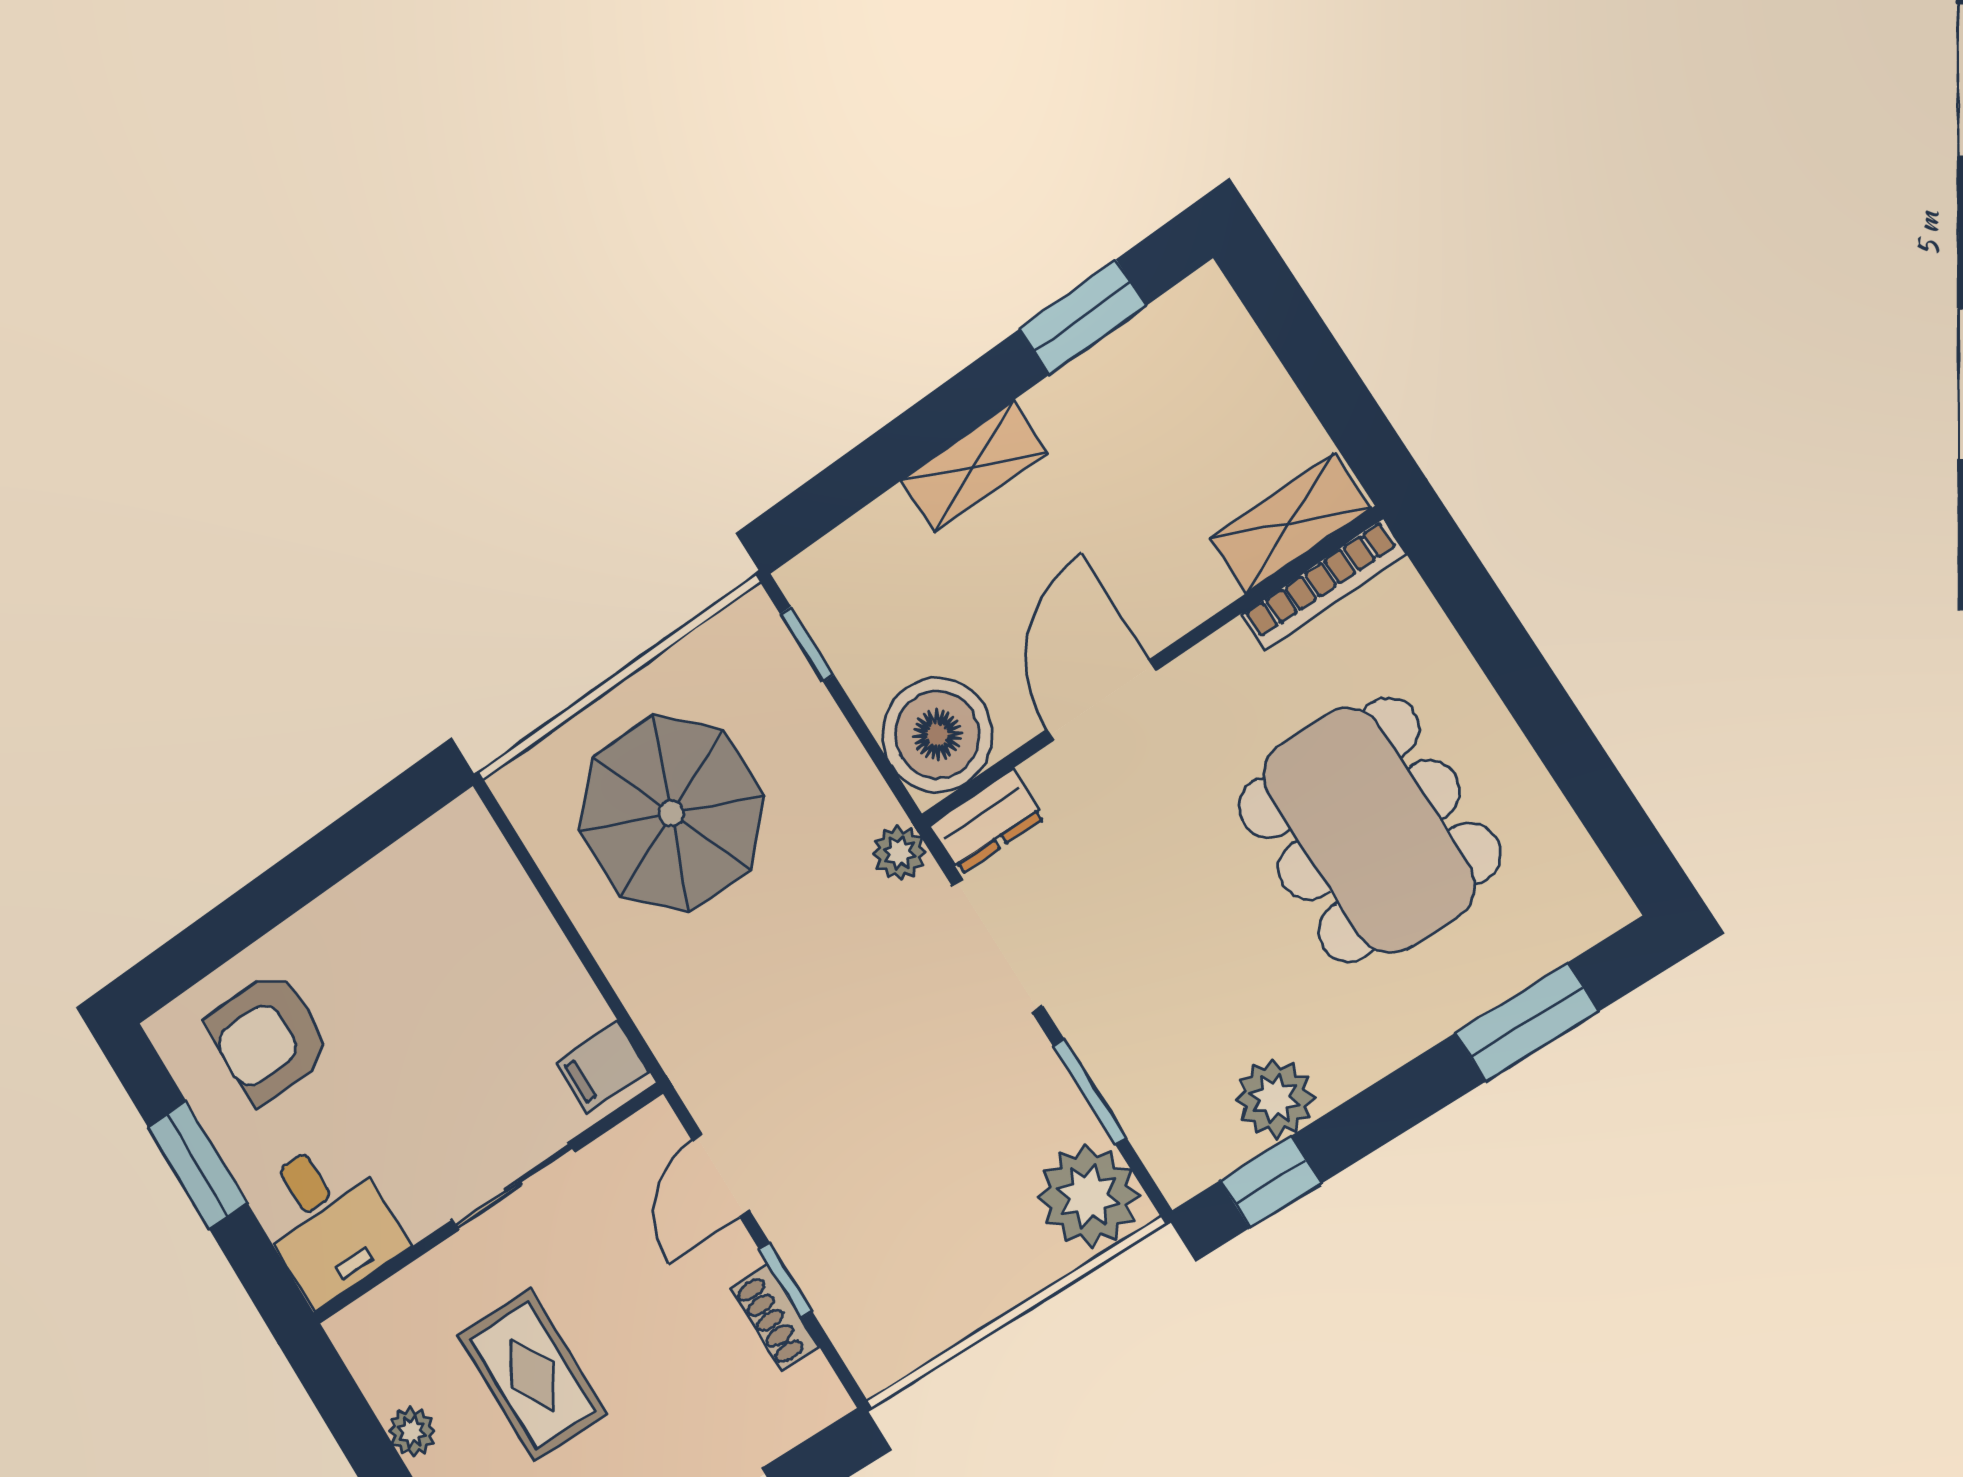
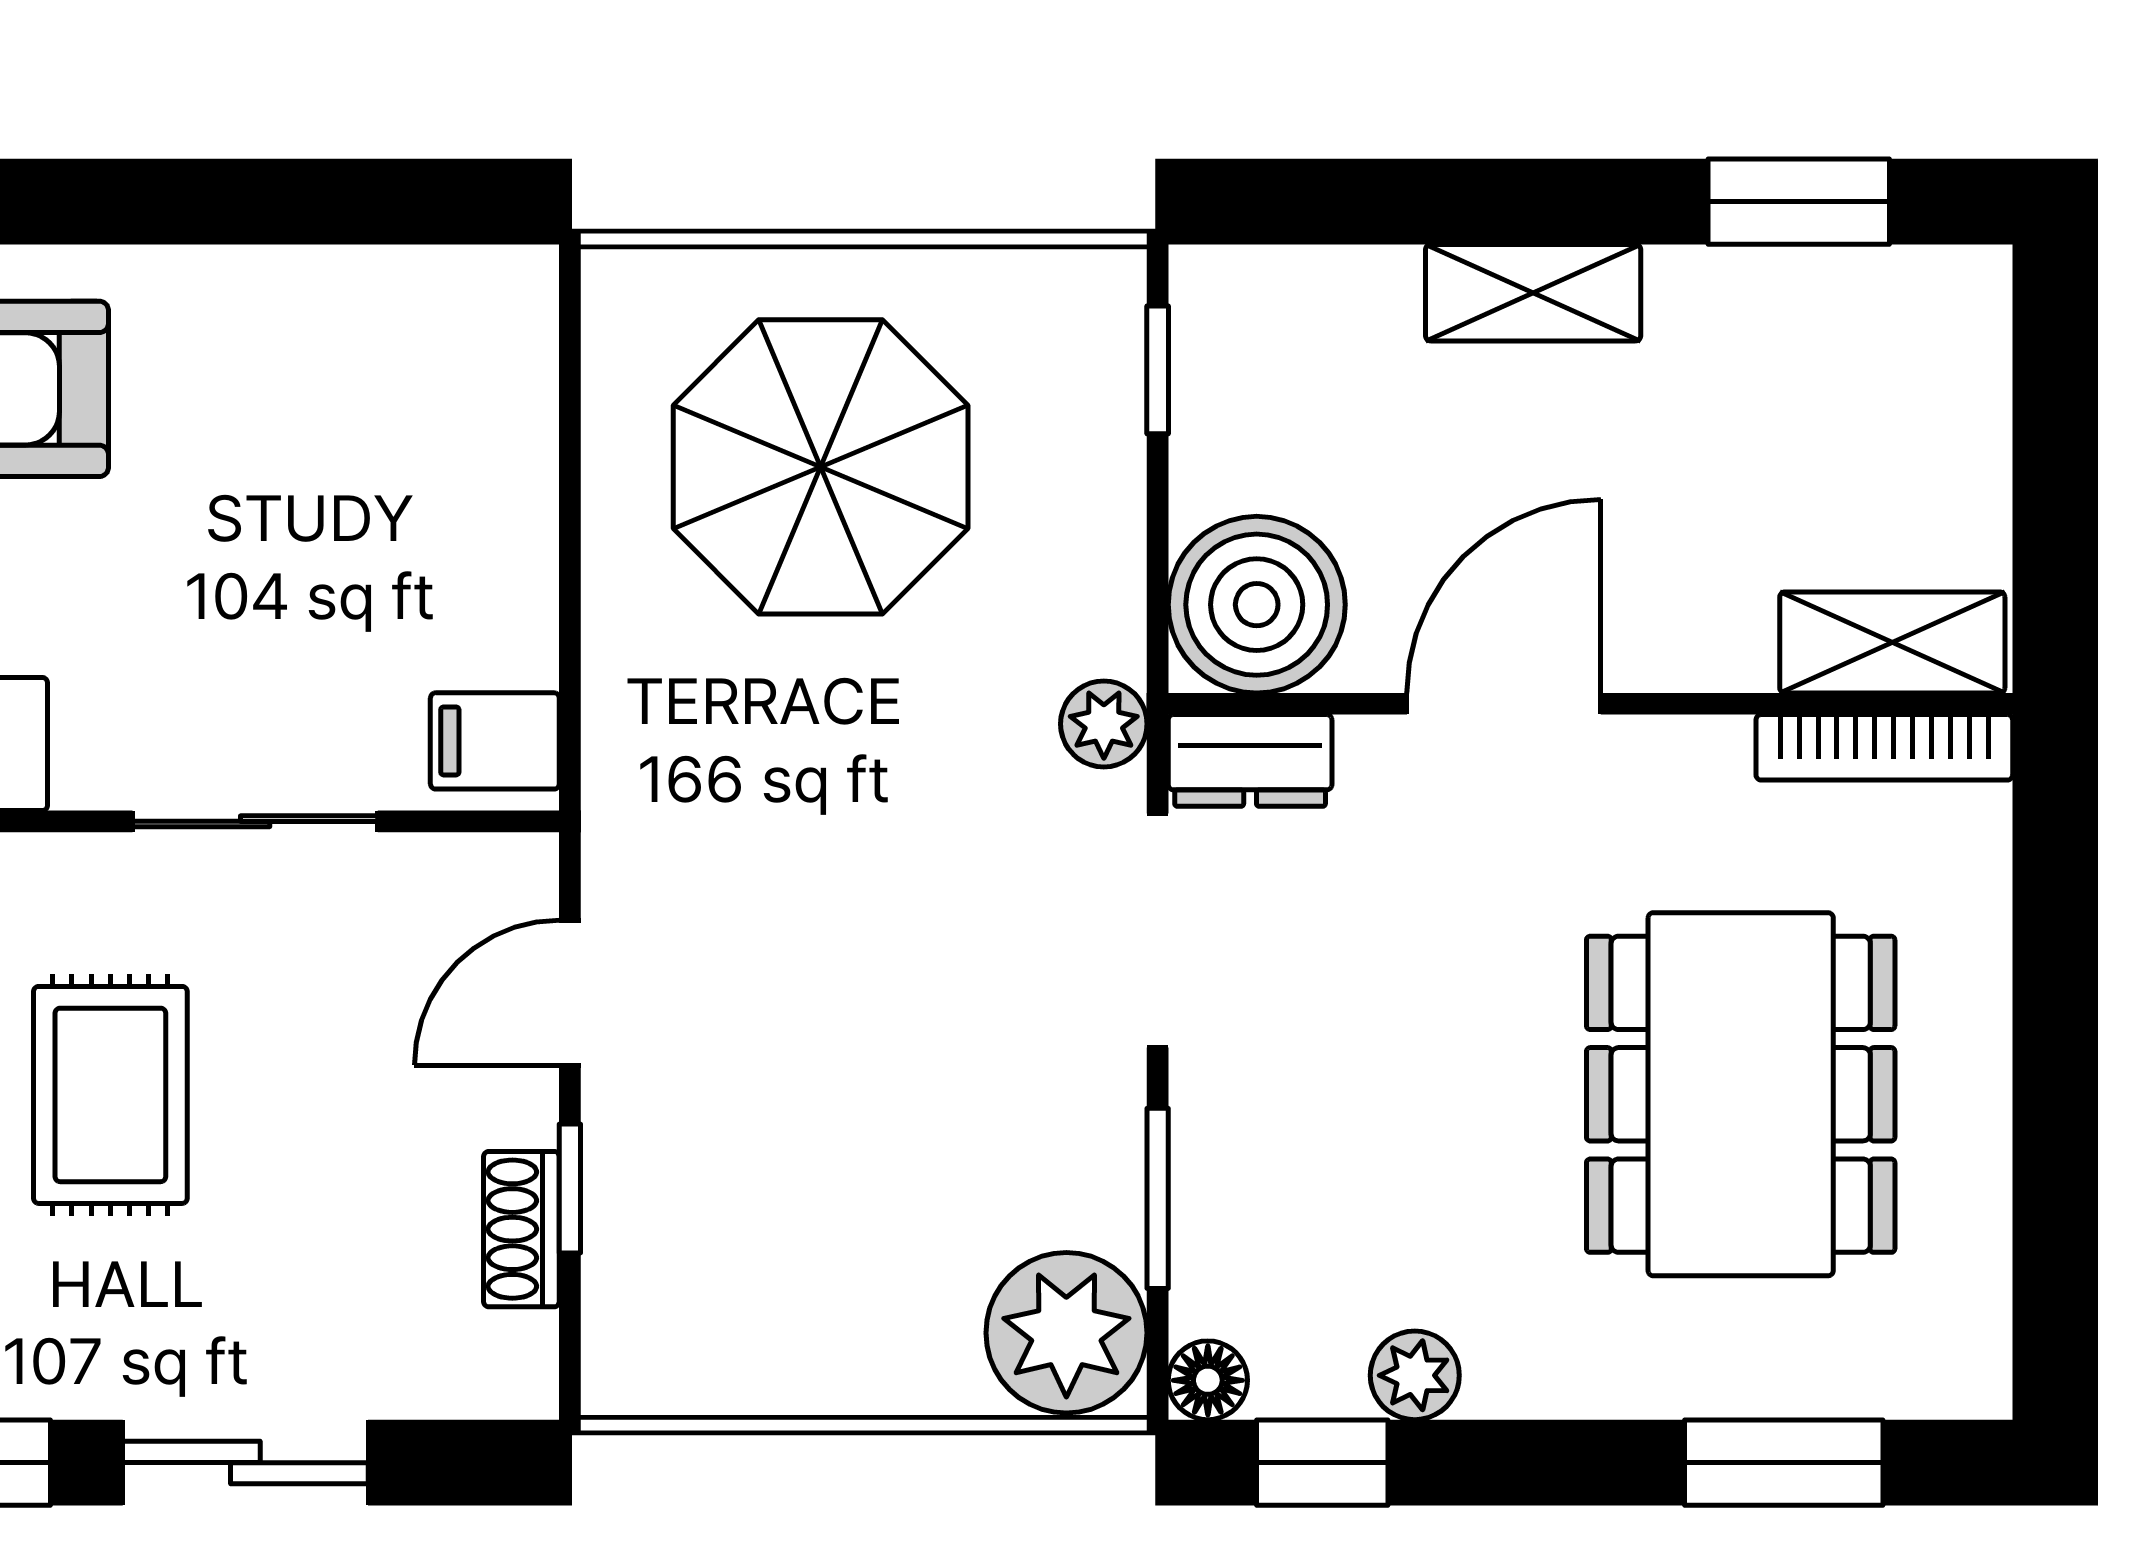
plant: (1275, 1098) -> (1415, 1375), width x0.73, depth x0.73
floor lamp: (1180, 1175) -> (1208, 1380), added

